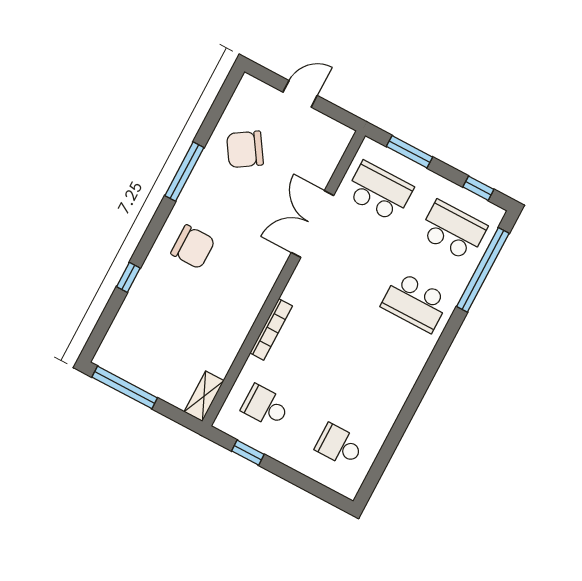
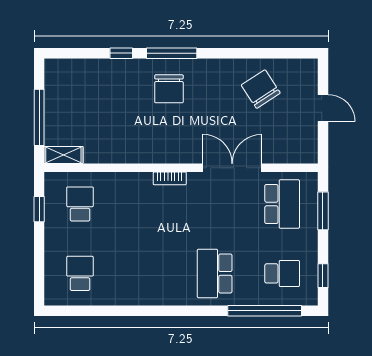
window: (184, 172) -> (172, 53), moved
school desk: (453, 230) -> (282, 273), width x0.54
bookcase: (271, 329) -> (170, 178), moved, width x0.64
window: (125, 387) -> (39, 117), moved

